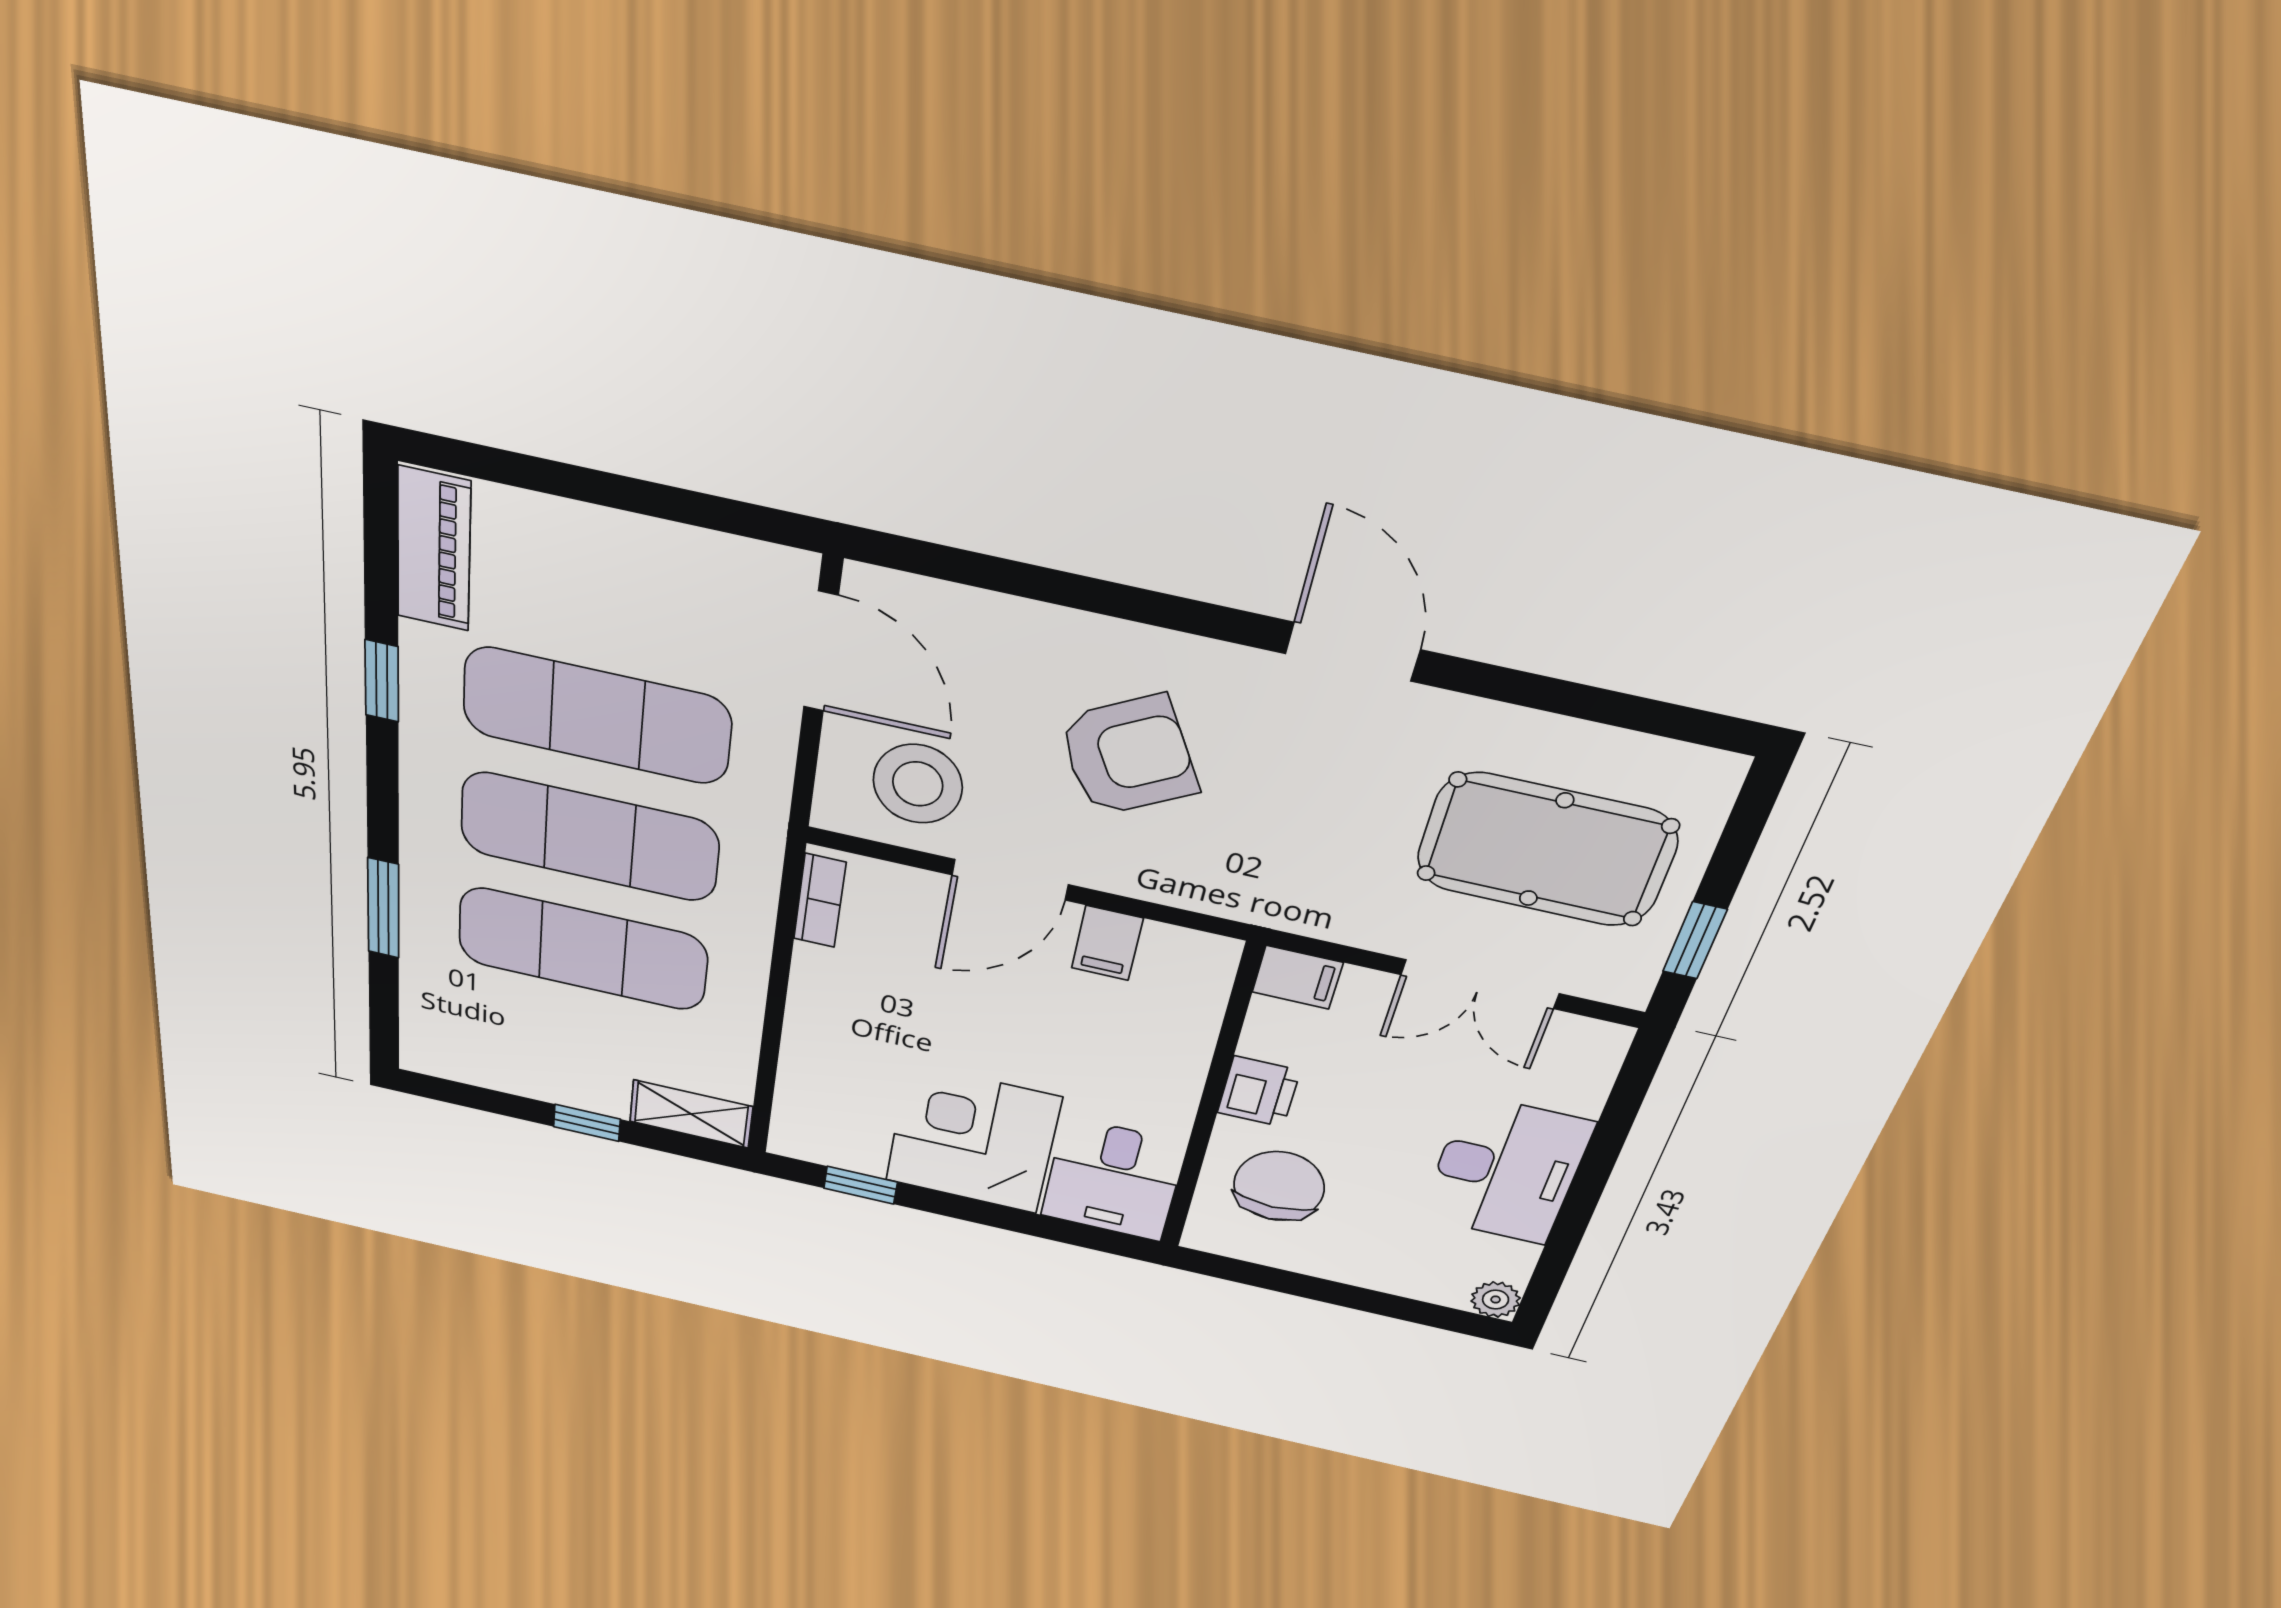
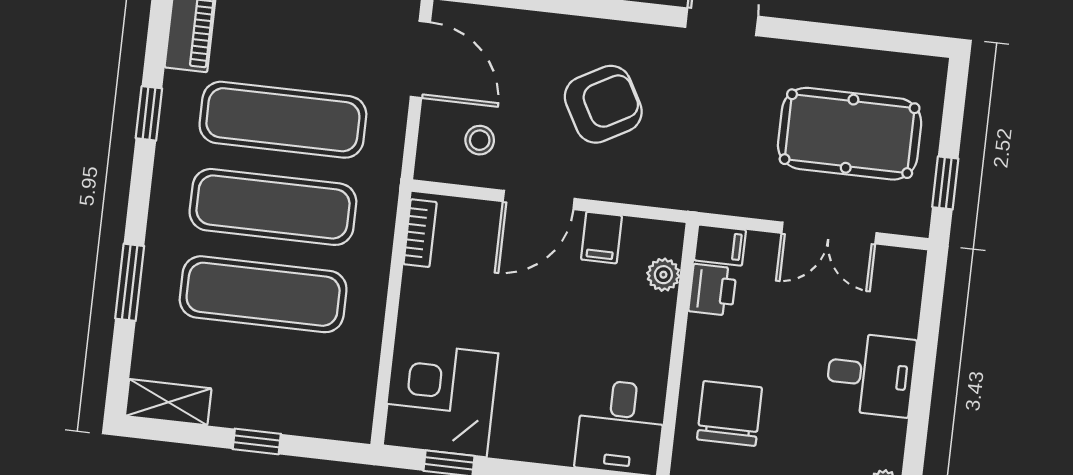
stool: (918, 784) -> (480, 140), width x0.53, depth x0.53
plant: (1201, 1004) -> (663, 275), added
printer: (1259, 1092) -> (712, 290), moved
shelving: (691, 1114) -> (168, 402), moved
corner desk: (973, 1139) -> (441, 399), moved
desk: (1506, 1170) -> (871, 374), width x0.73

